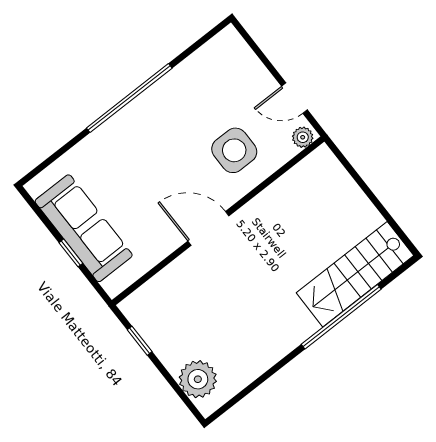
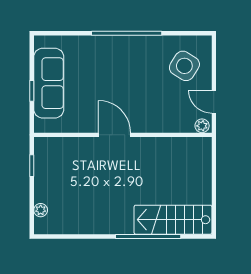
side table: (234, 150) -> (184, 66), moved, turned 32
plant: (198, 379) -> (41, 210), width x0.53, depth x0.53

